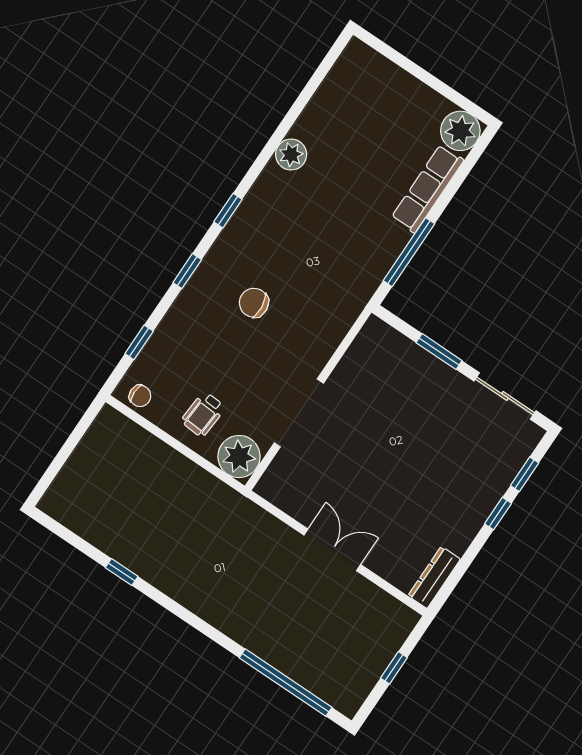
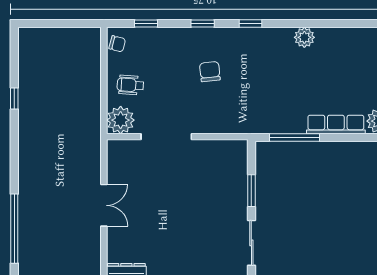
chair: (140, 396) -> (117, 44), turned -75

